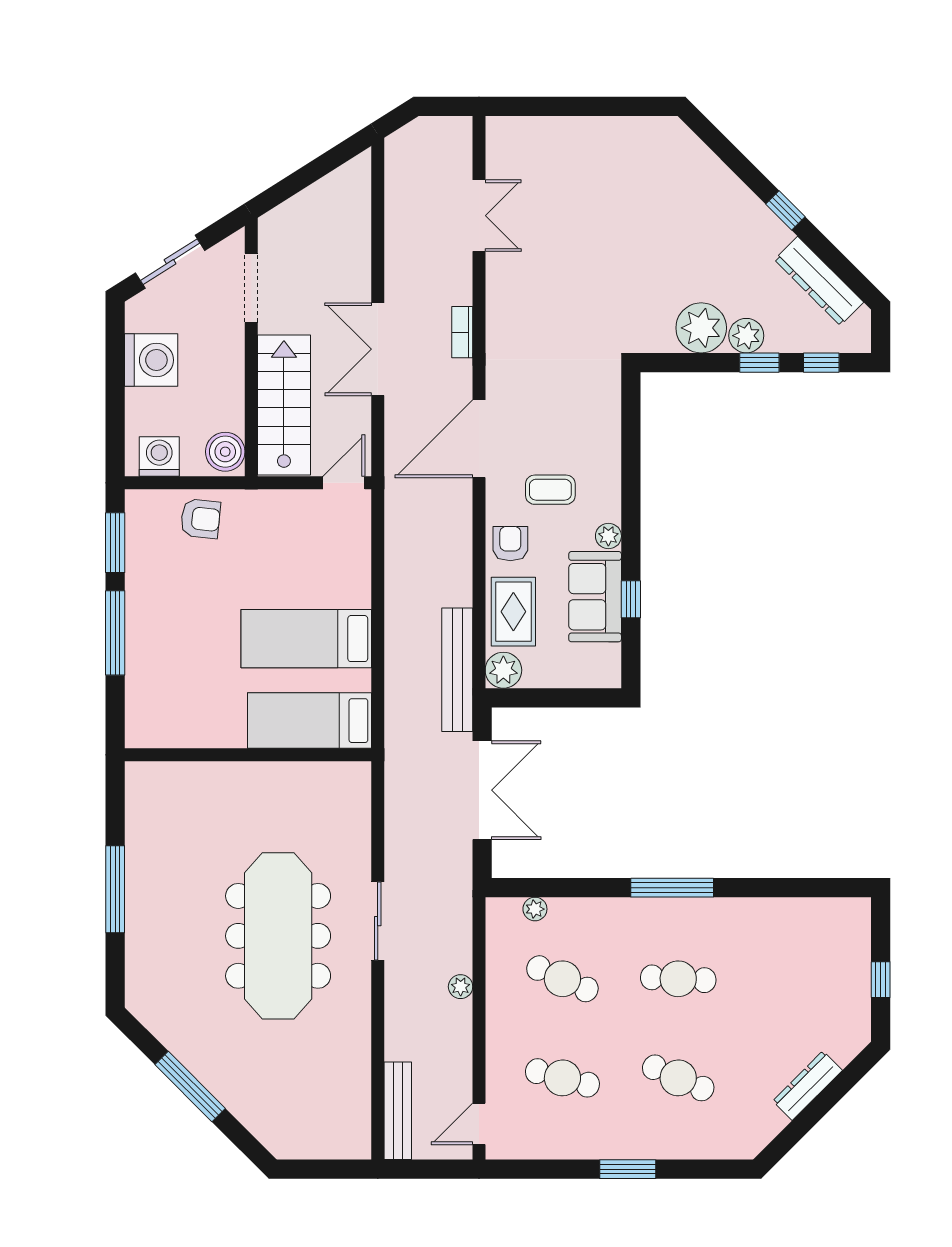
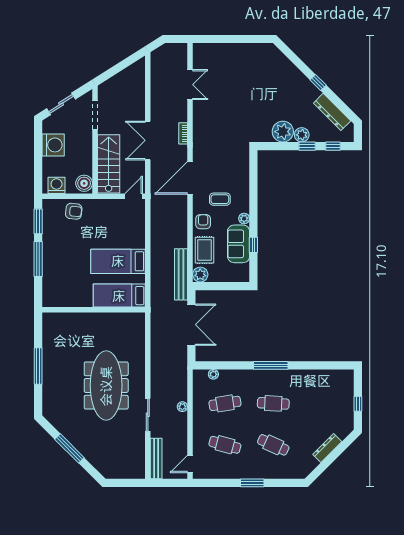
sliding door: (378, 921) -> (148, 415), moved
cafe table: (562, 979) -> (225, 403), turned -33

